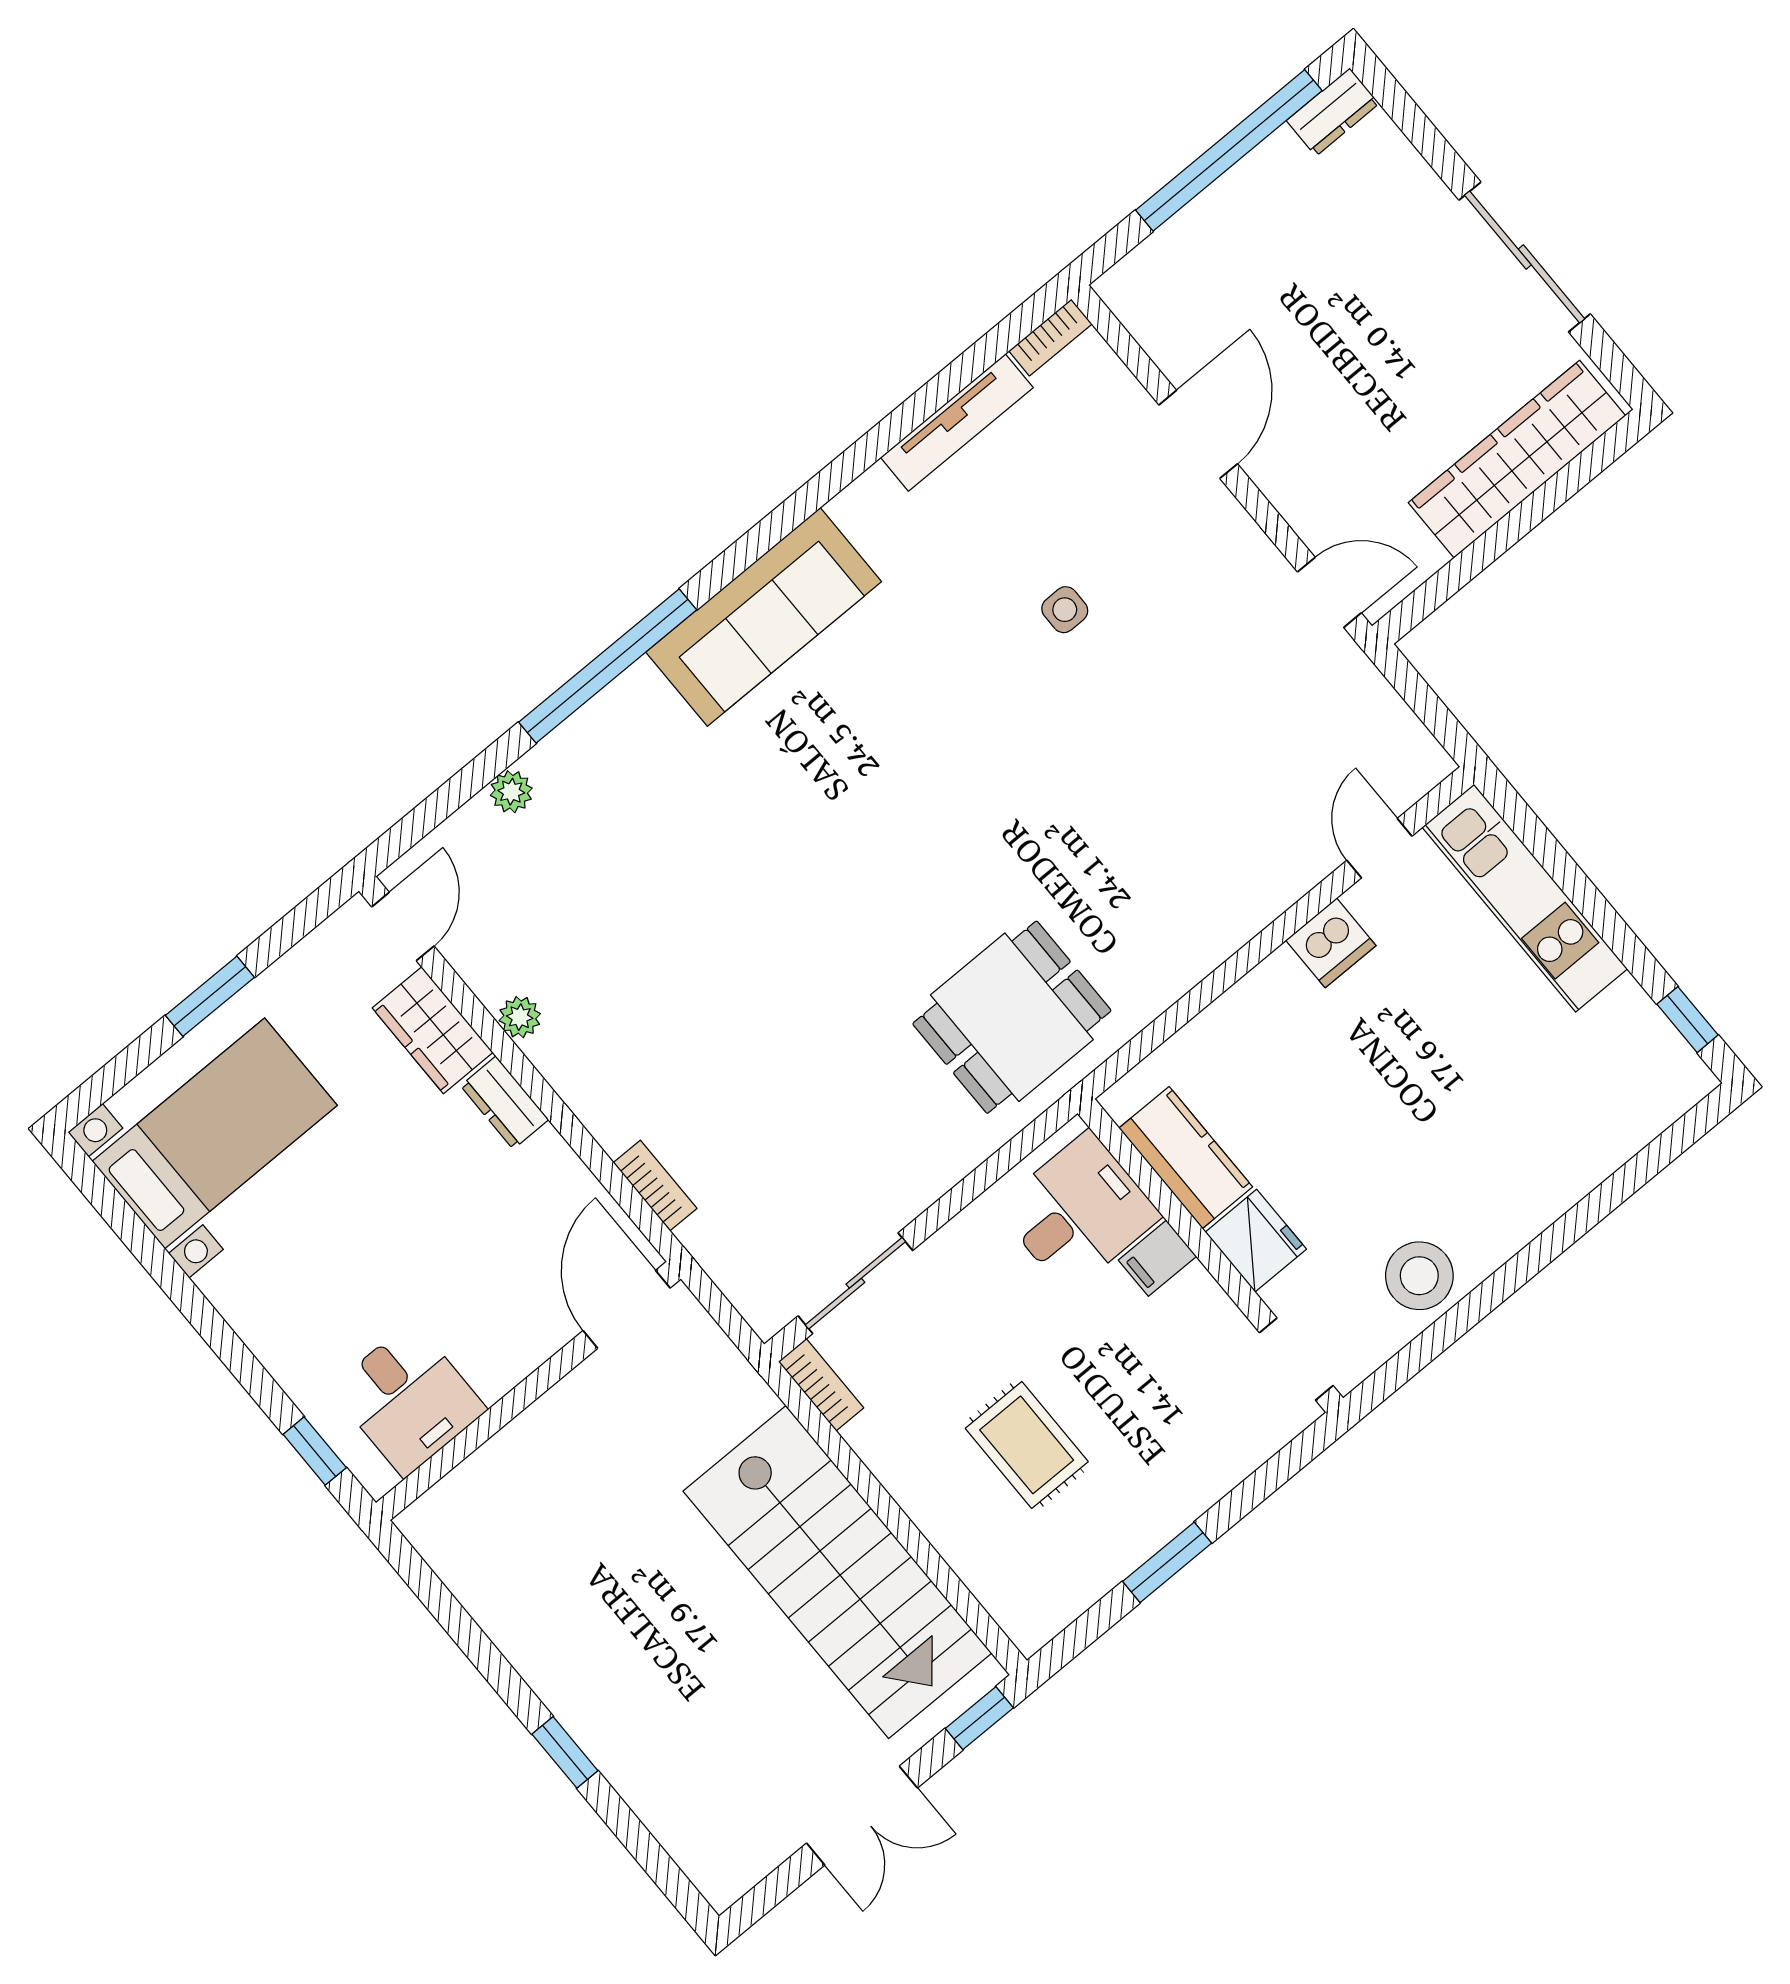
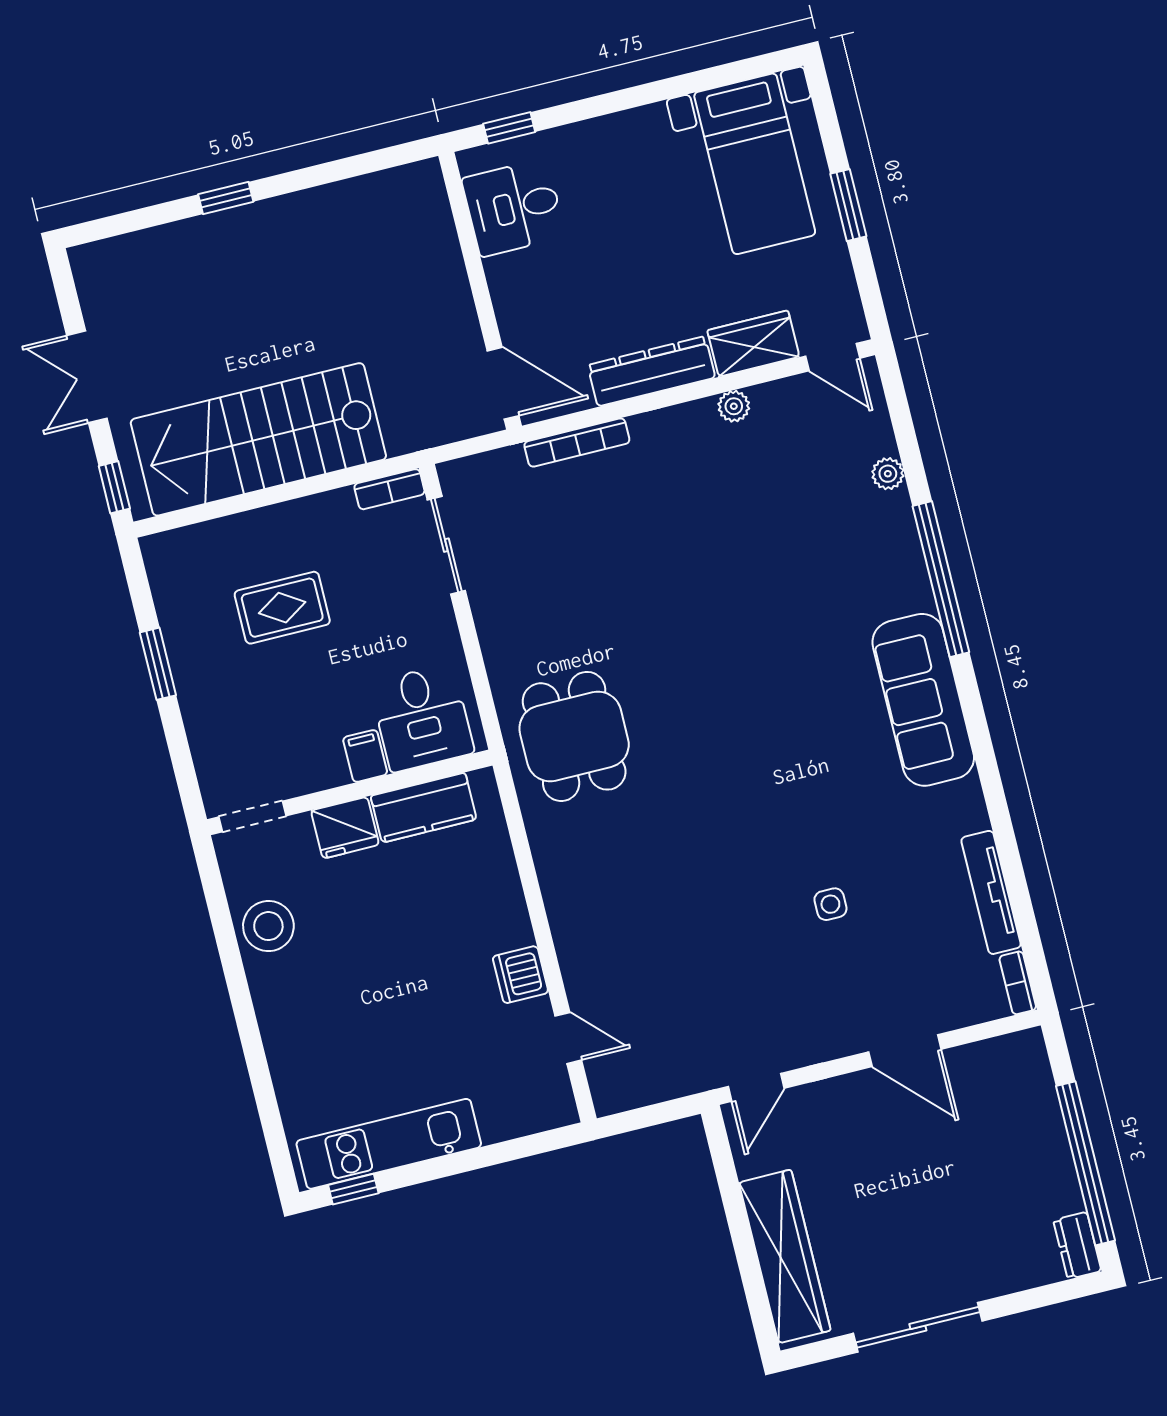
kitchen unit: (1525, 898) -> (389, 1144), moved
dresser: (505, 1103) -> (651, 371), width x1.96, depth x1.24
bookcase: (655, 1185) -> (577, 443), width x1.56

